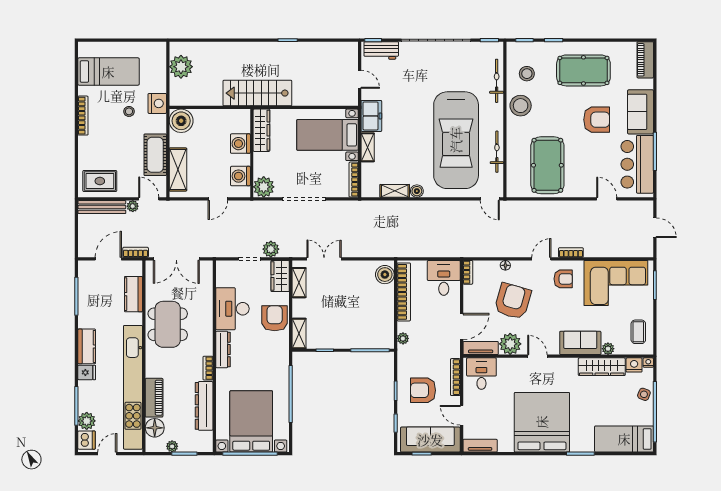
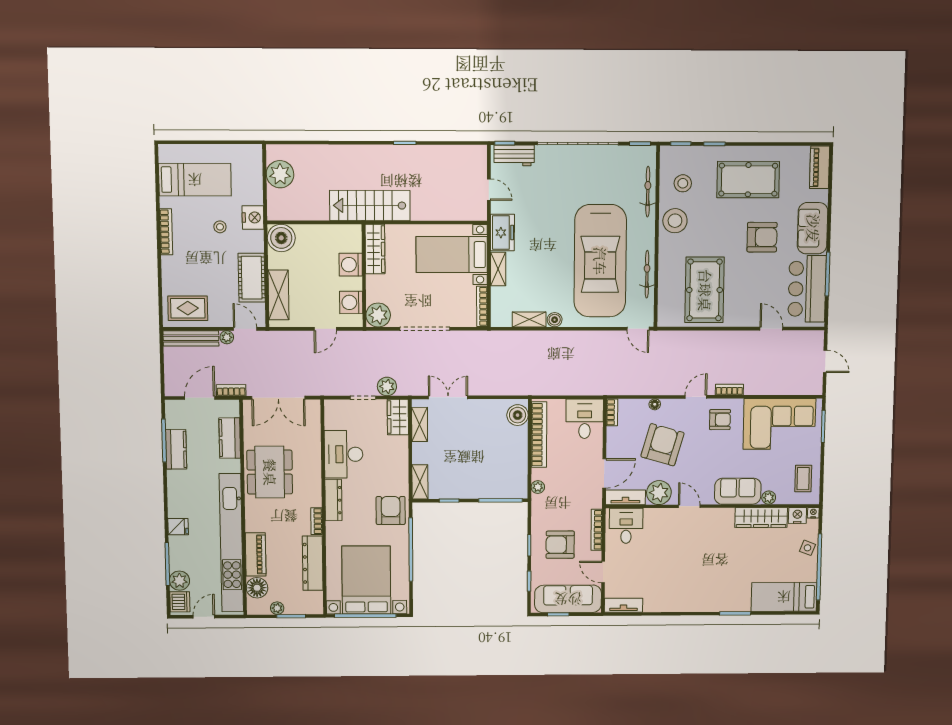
armchair: (275, 318) -> (391, 511), moved
kitchen counter: (87, 346) -> (176, 449), moved
bed: (542, 422) -> (693, 579), removed

